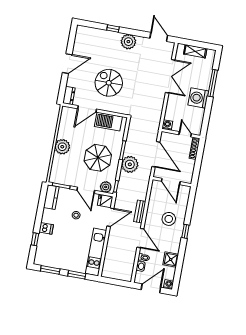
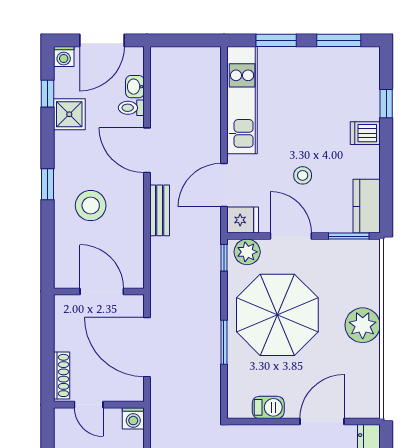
barbecue: (108, 122) -> (268, 407), width x0.53, depth x0.65
parasol: (98, 158) -> (277, 315), width x1.36, depth x1.36
plant: (130, 164) -> (202, 313), removed
window: (178, 270) -> (47, 94), added

